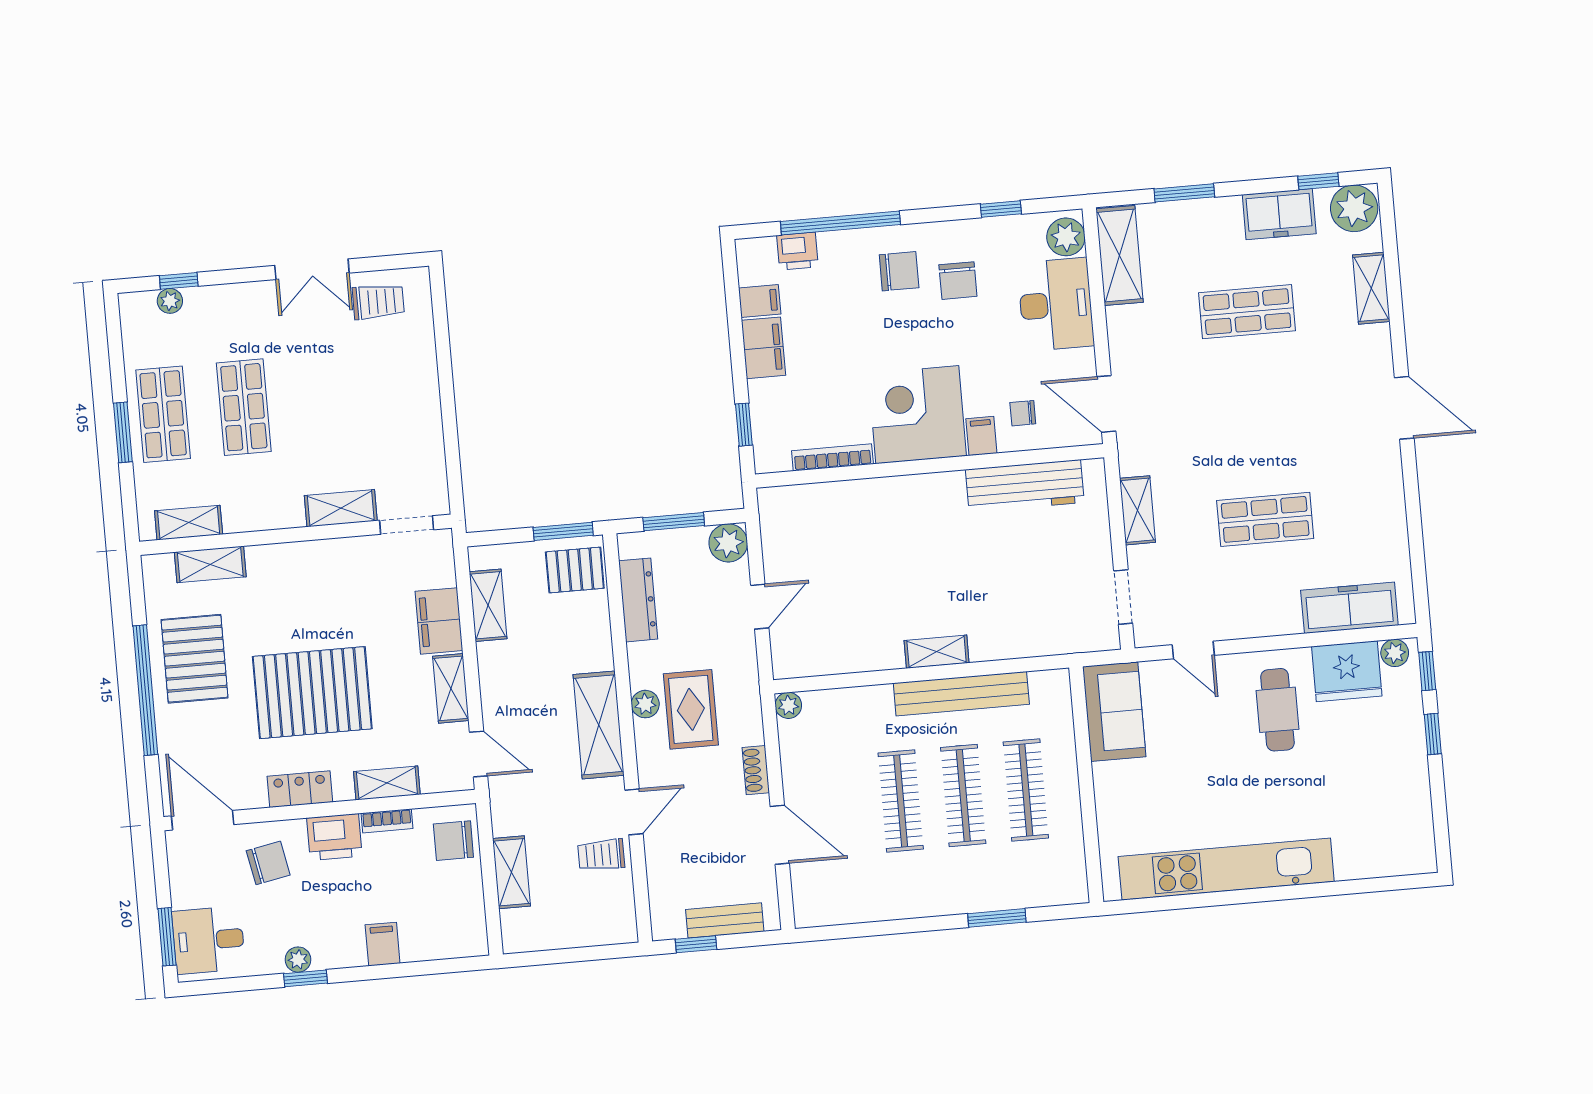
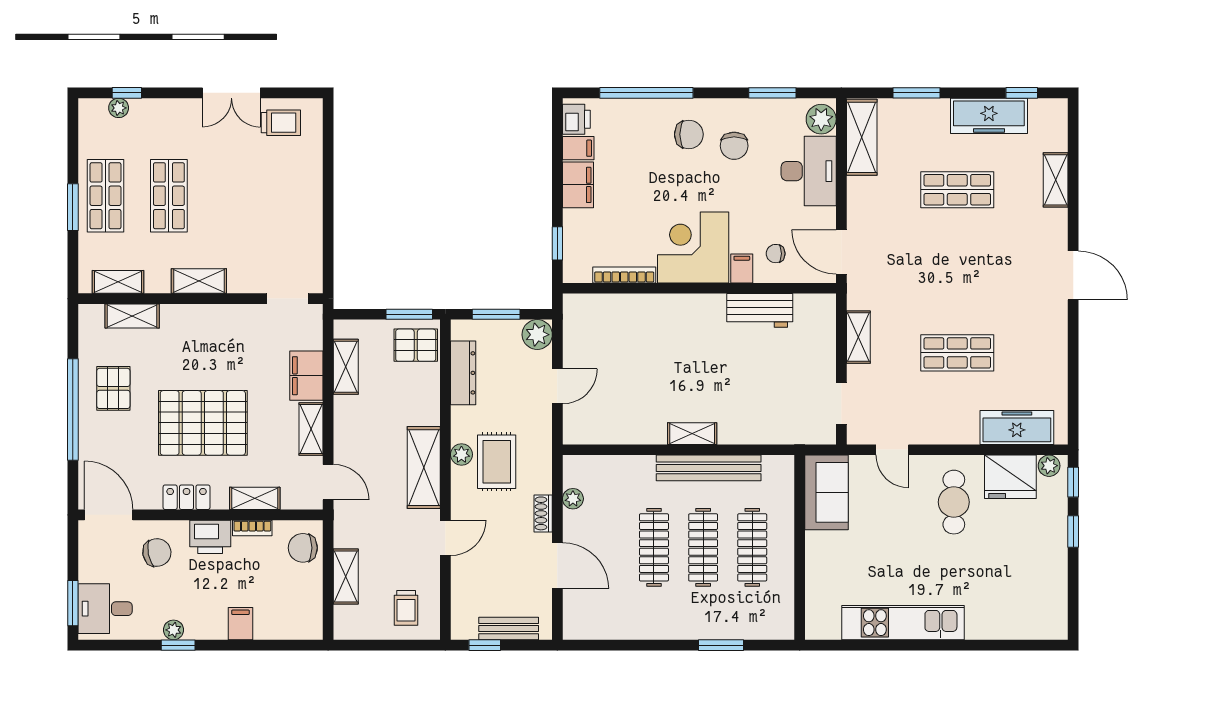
plant: (1354, 208) -> (1048, 116), removed
window: (1001, 209) -> (772, 93), width x1.50
freezer: (1279, 214) -> (989, 116), width x1.40
printer: (797, 251) -> (576, 119), moved, turned -90
workbench: (1025, 486) -> (760, 310), width x0.73
shelving: (341, 508) -> (199, 281), moved
pallet: (195, 659) -> (113, 388), width x0.67, depth x0.71
plant: (788, 705) -> (573, 499), moved
trolley: (601, 855) -> (406, 608), moved, turned -90
kitchen unit: (1226, 869) -> (903, 623), width x0.73

